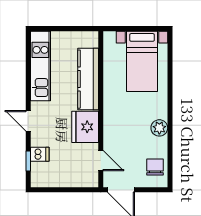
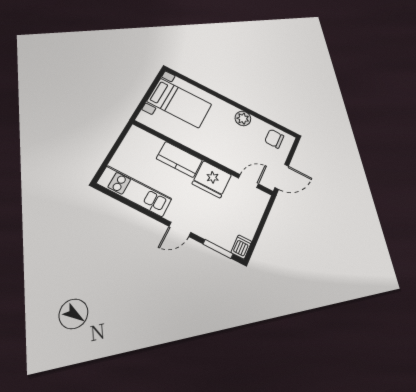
kitchen counter: (88, 79) -> (179, 159), width x0.67
dishwasher: (40, 154) -> (241, 247), moved
window: (28, 161) -> (218, 249), width x1.50

